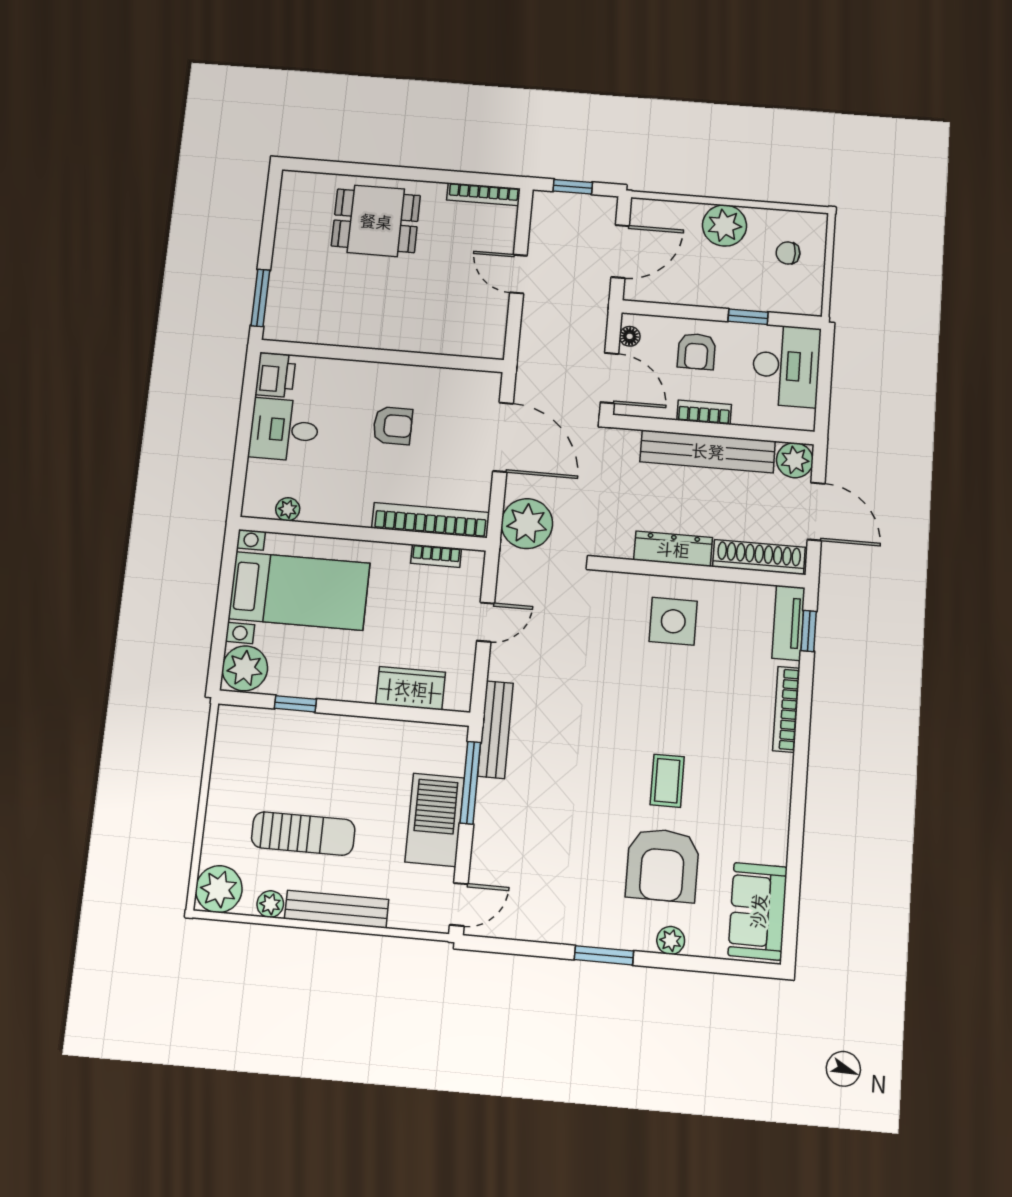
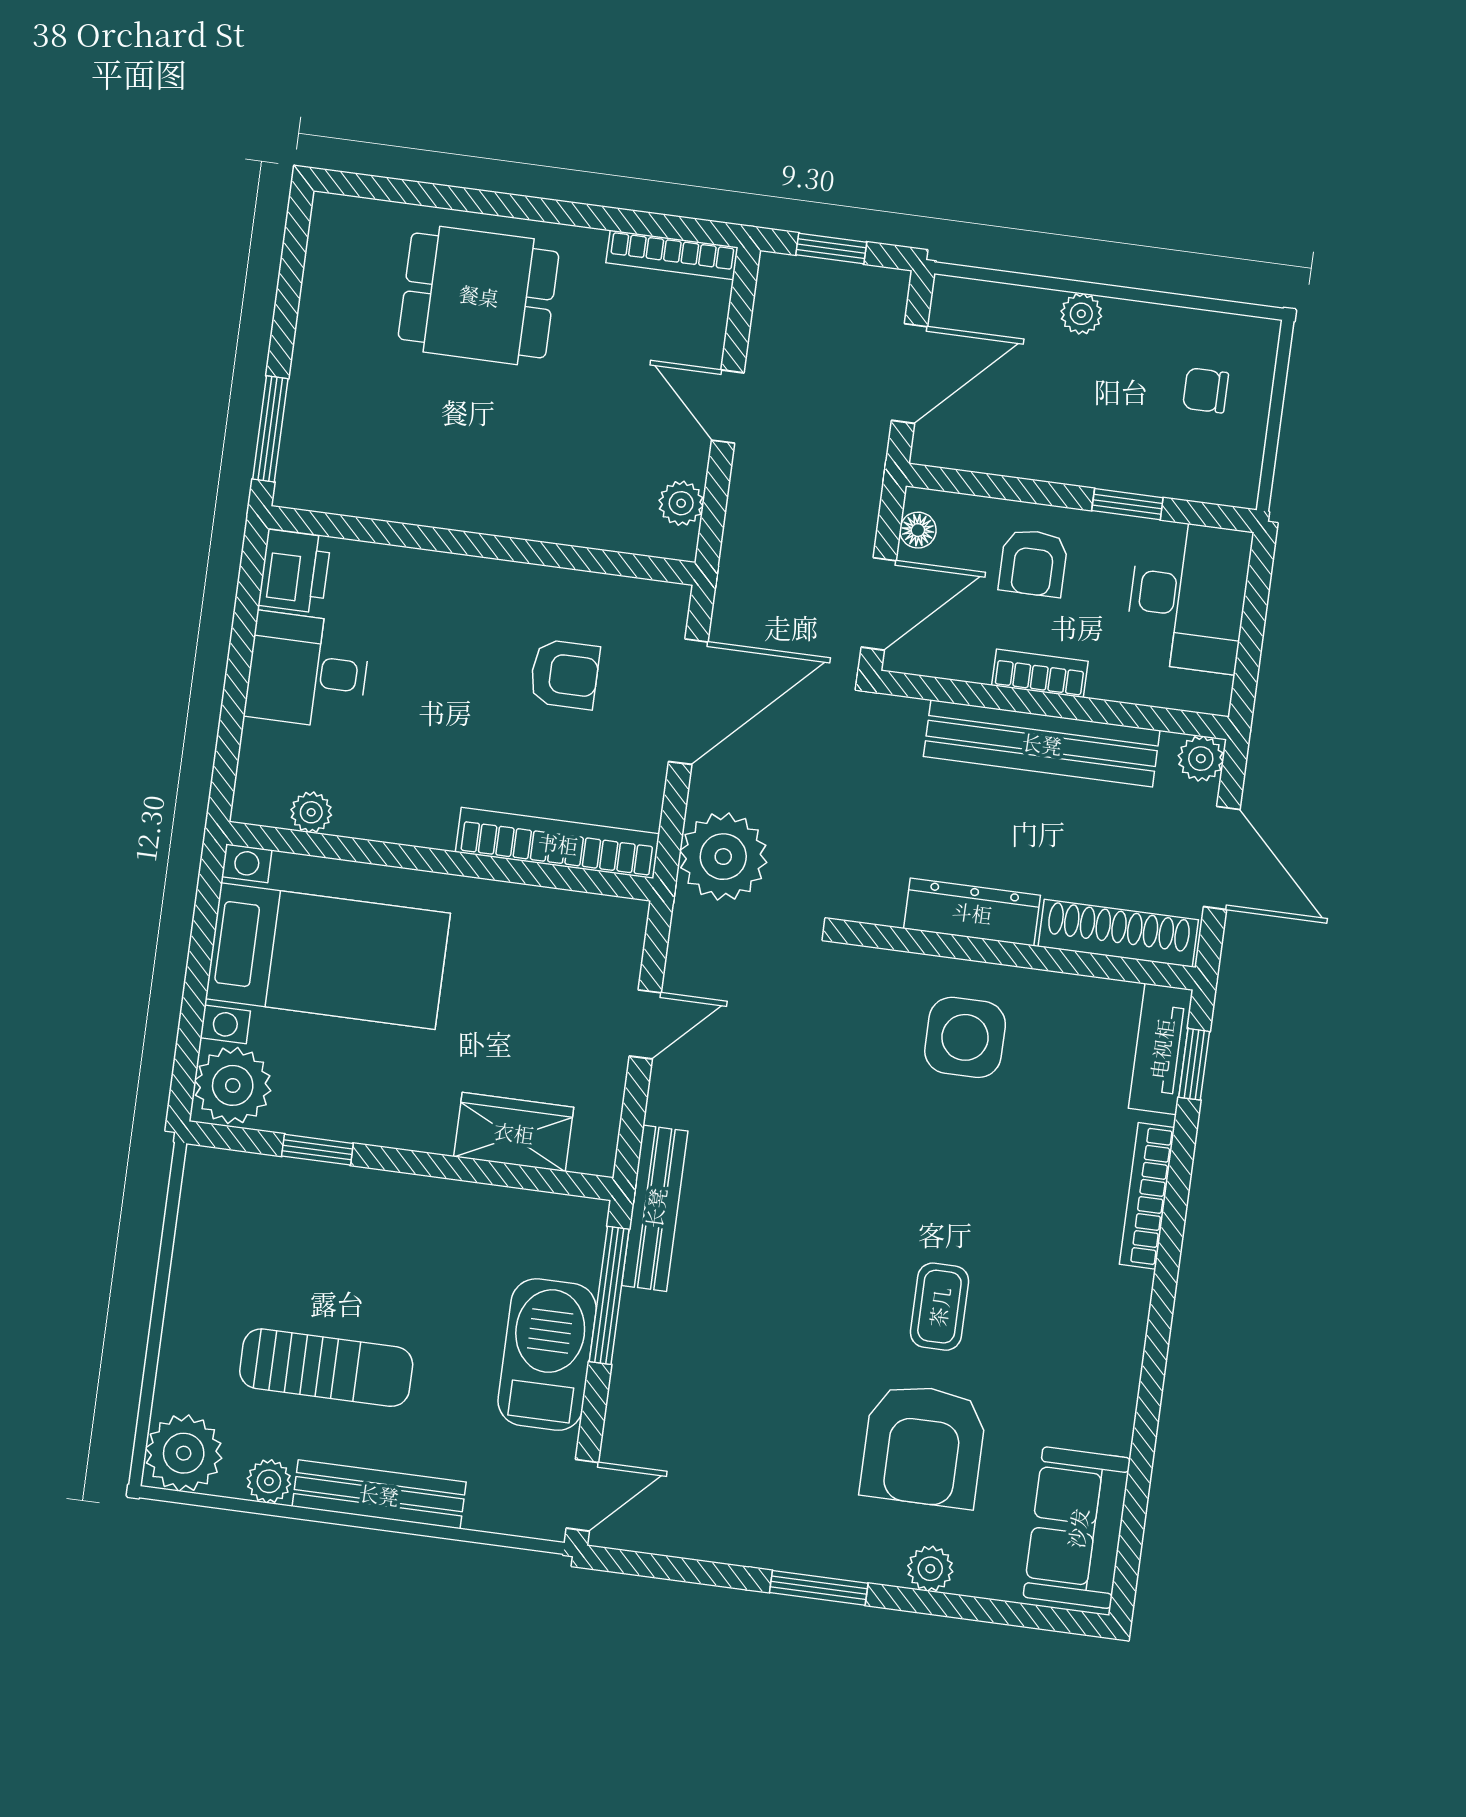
plant: (725, 226) -> (1081, 314), width x0.53, depth x0.53
plant: (494, 328) -> (681, 503), added
door: (610, 378) -> (879, 604), hinge flipped
armchair: (393, 426) -> (565, 674), moved
door: (503, 437) -> (688, 702), hinge flipped
plant: (795, 460) -> (1201, 759), width x0.73, depth x0.73
bookcase: (436, 556) -> (565, 906), removed

